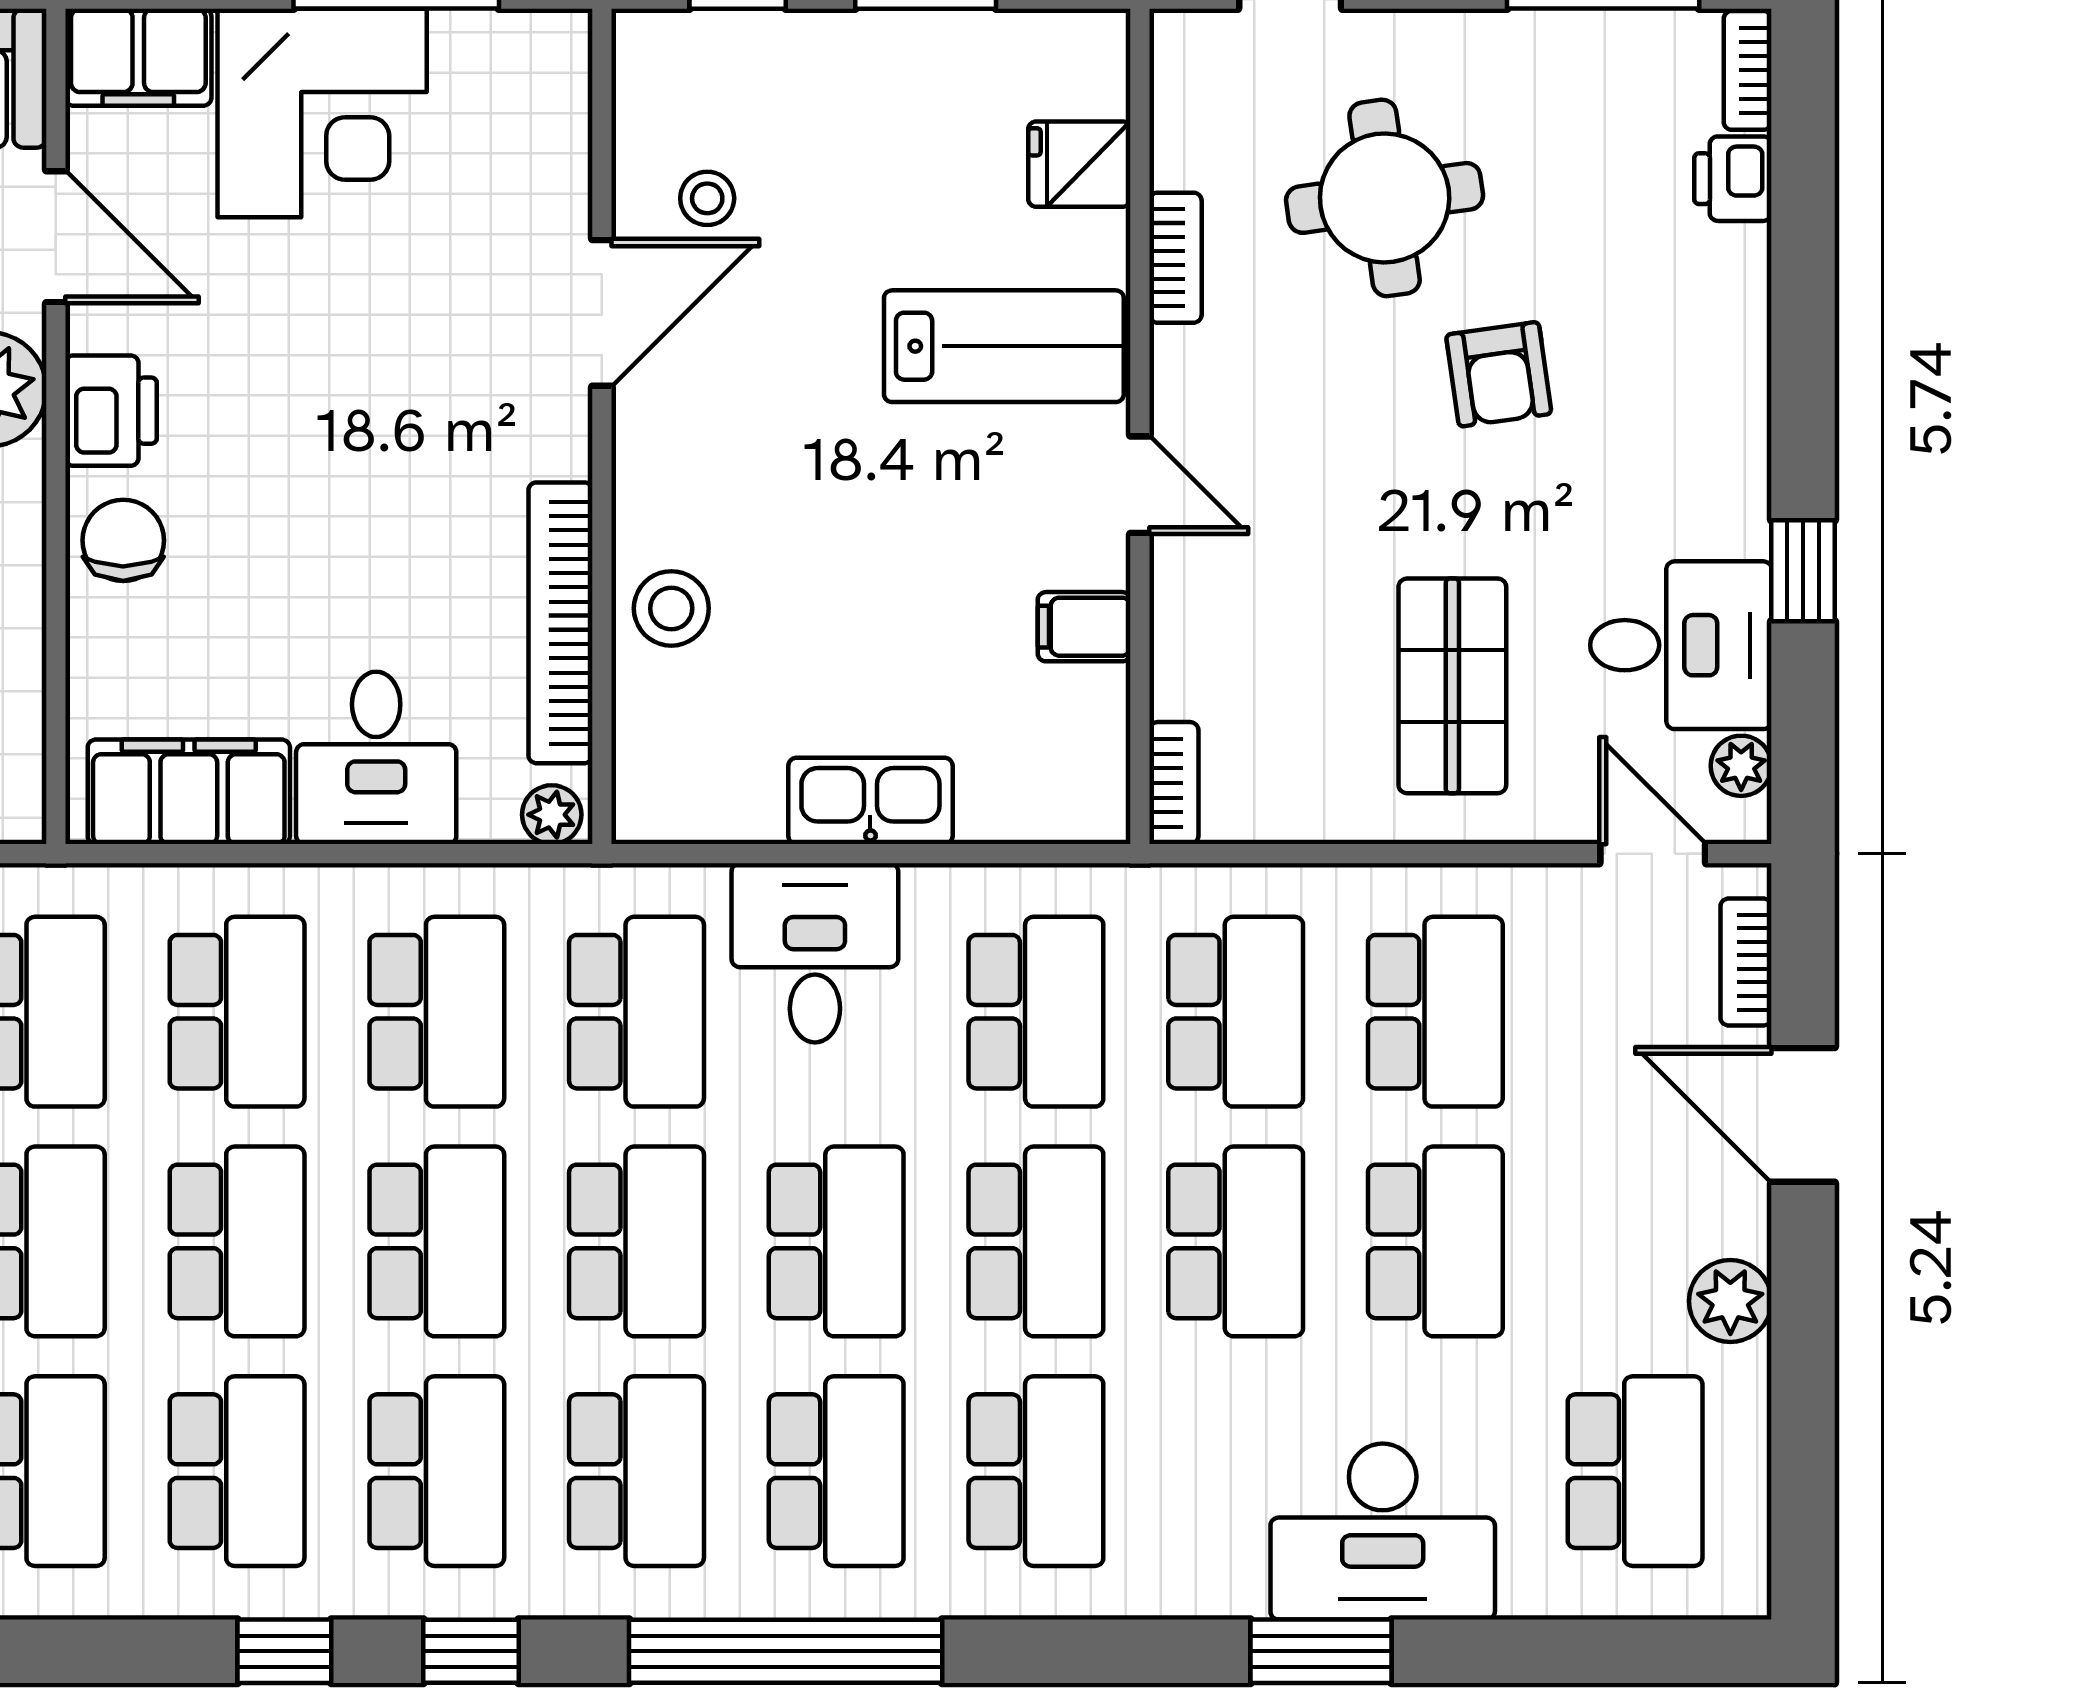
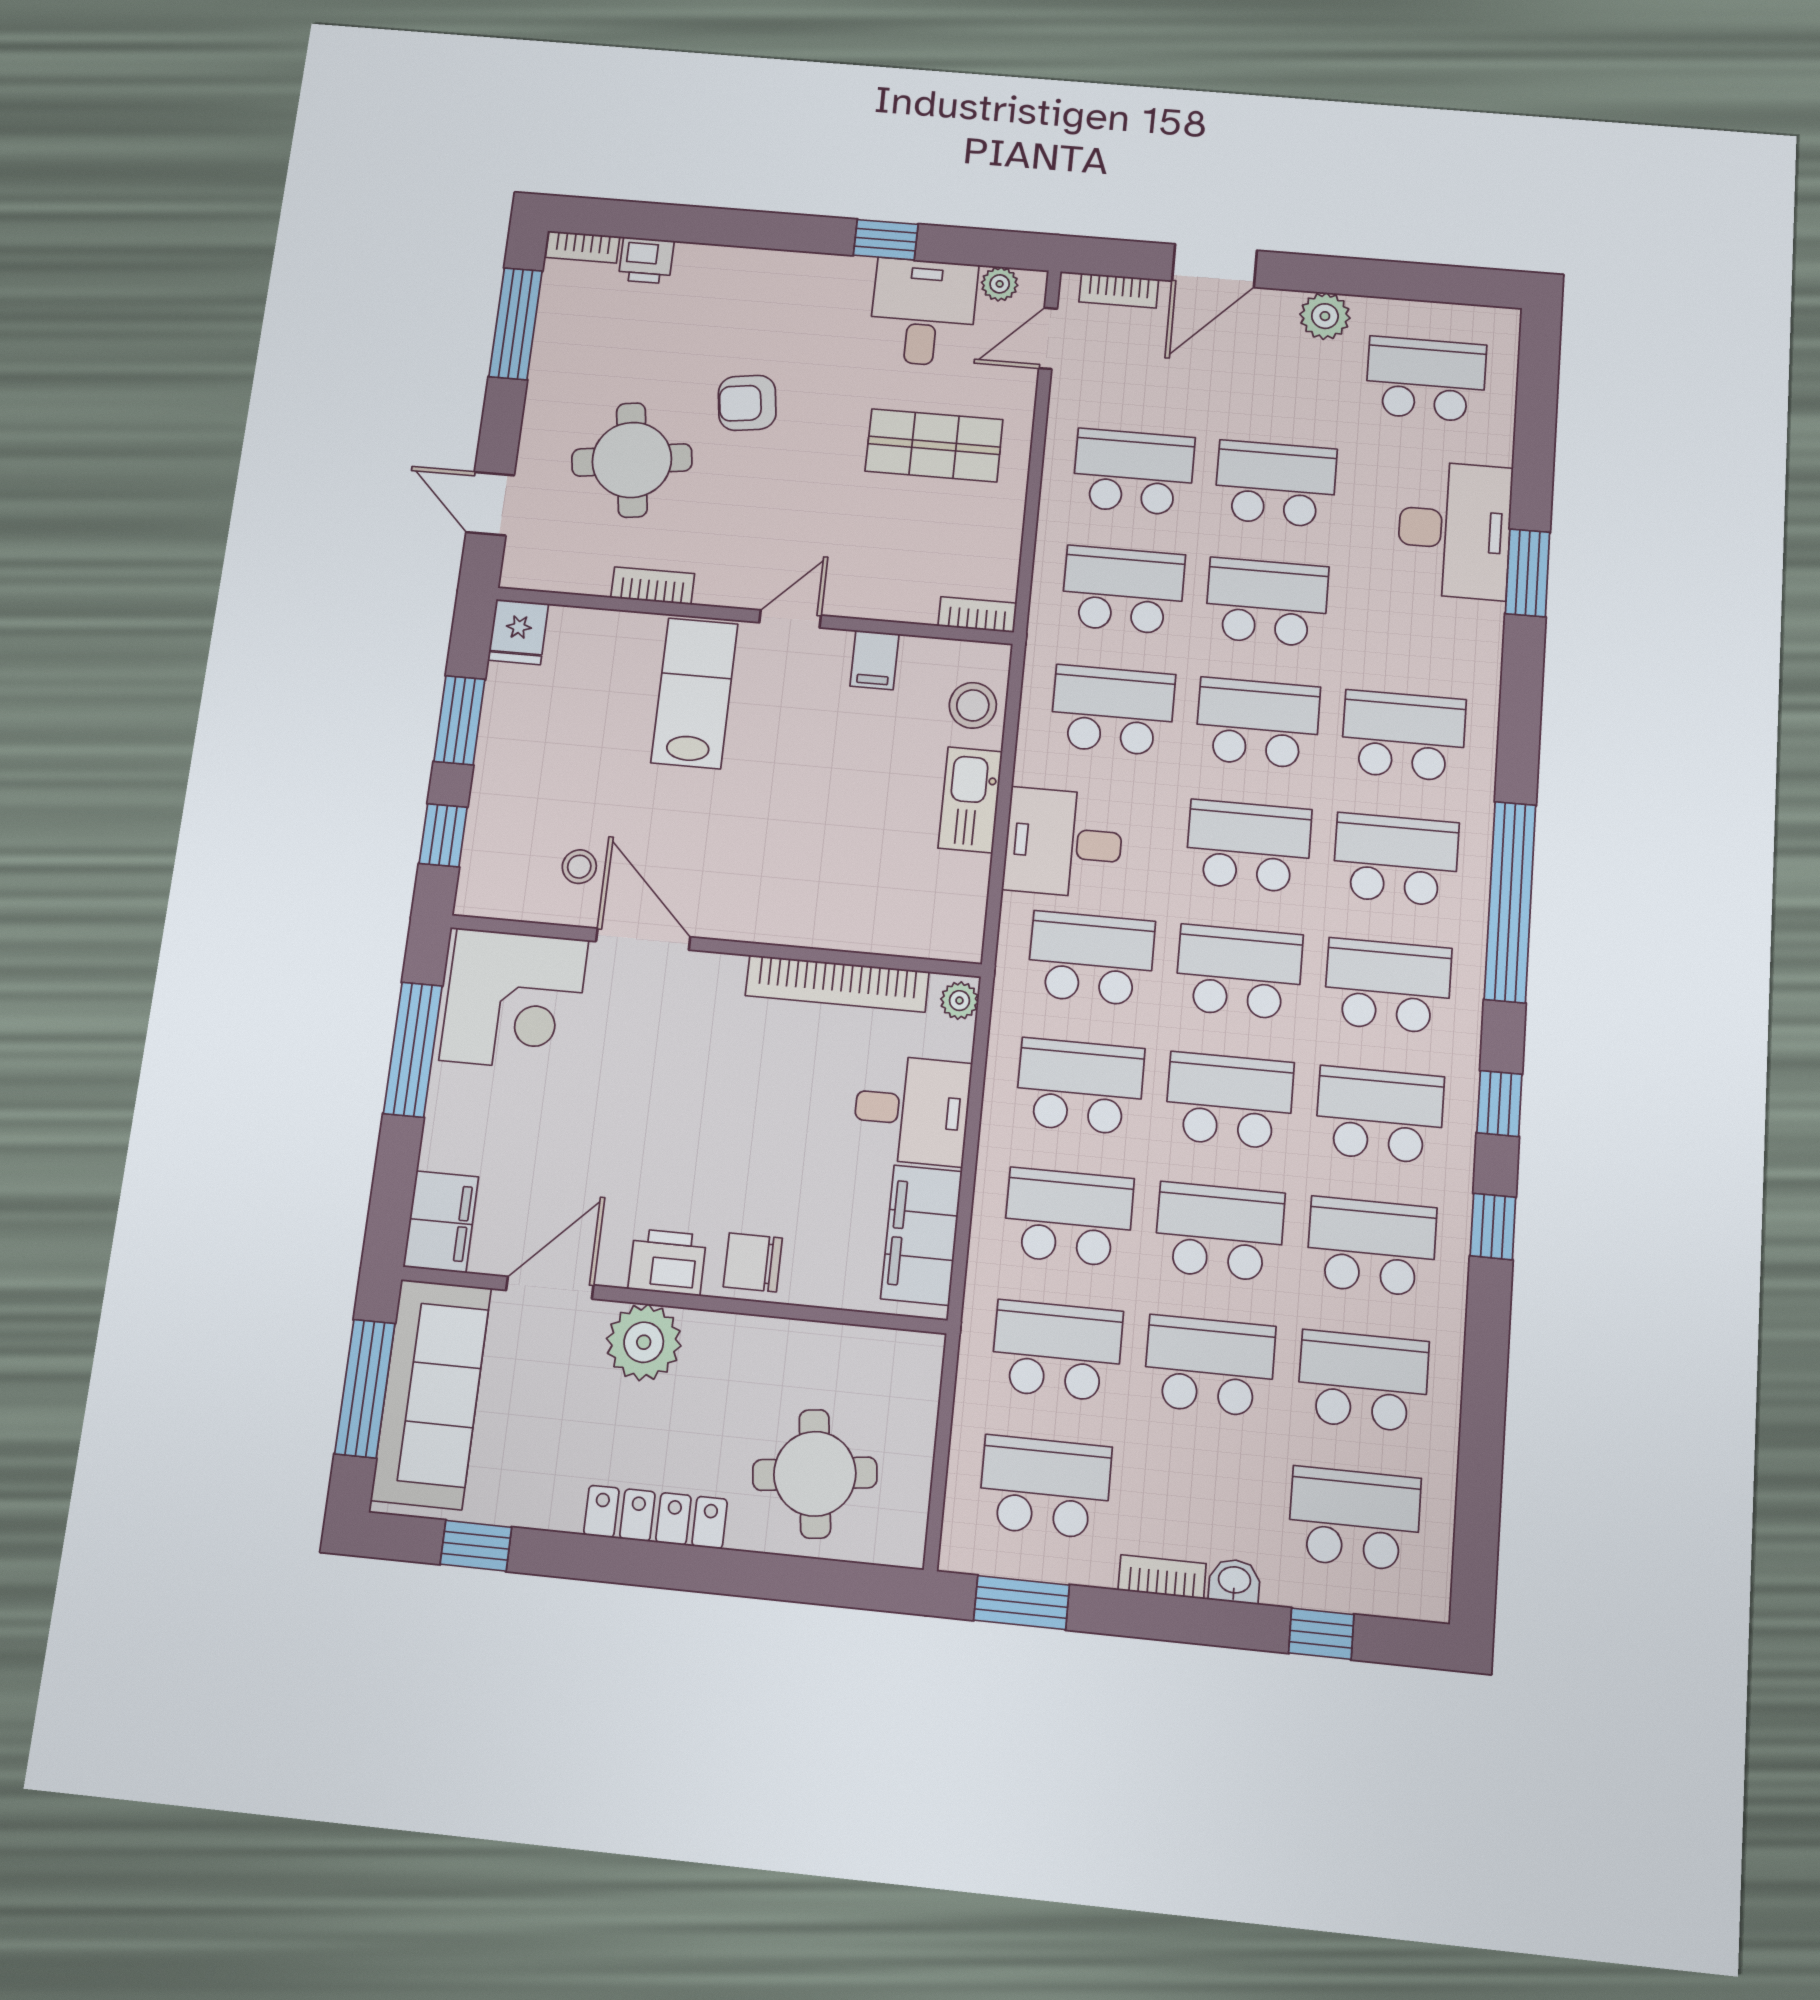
corner desk: (322, 113) -> (514, 1000), moved, turned 90
fridge: (1079, 164) -> (518, 632), moved
armchair: (1499, 374) -> (747, 403), turned 180
stool: (671, 608) -> (973, 705), moved

